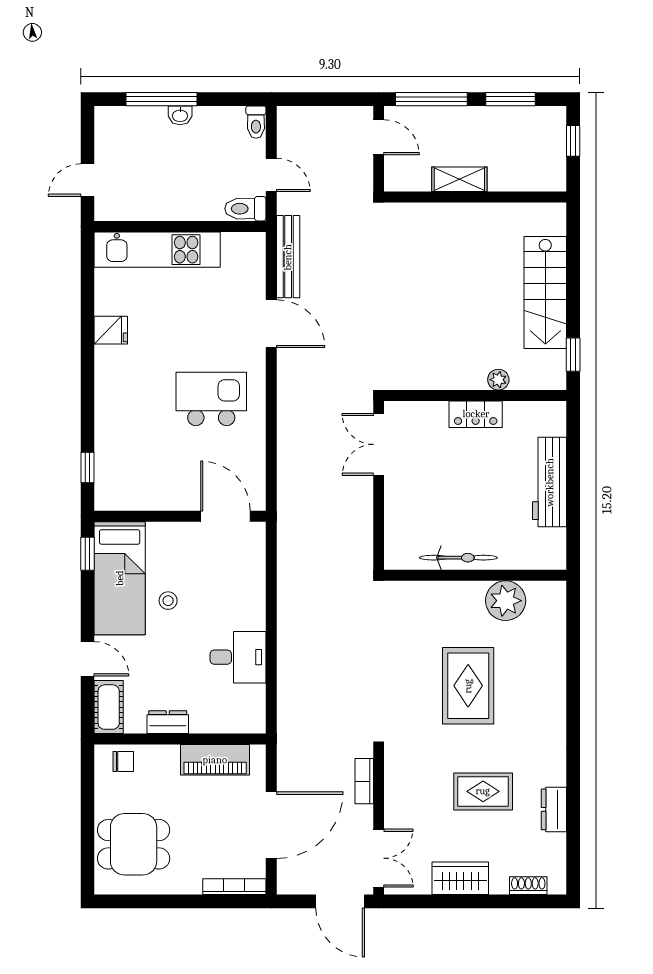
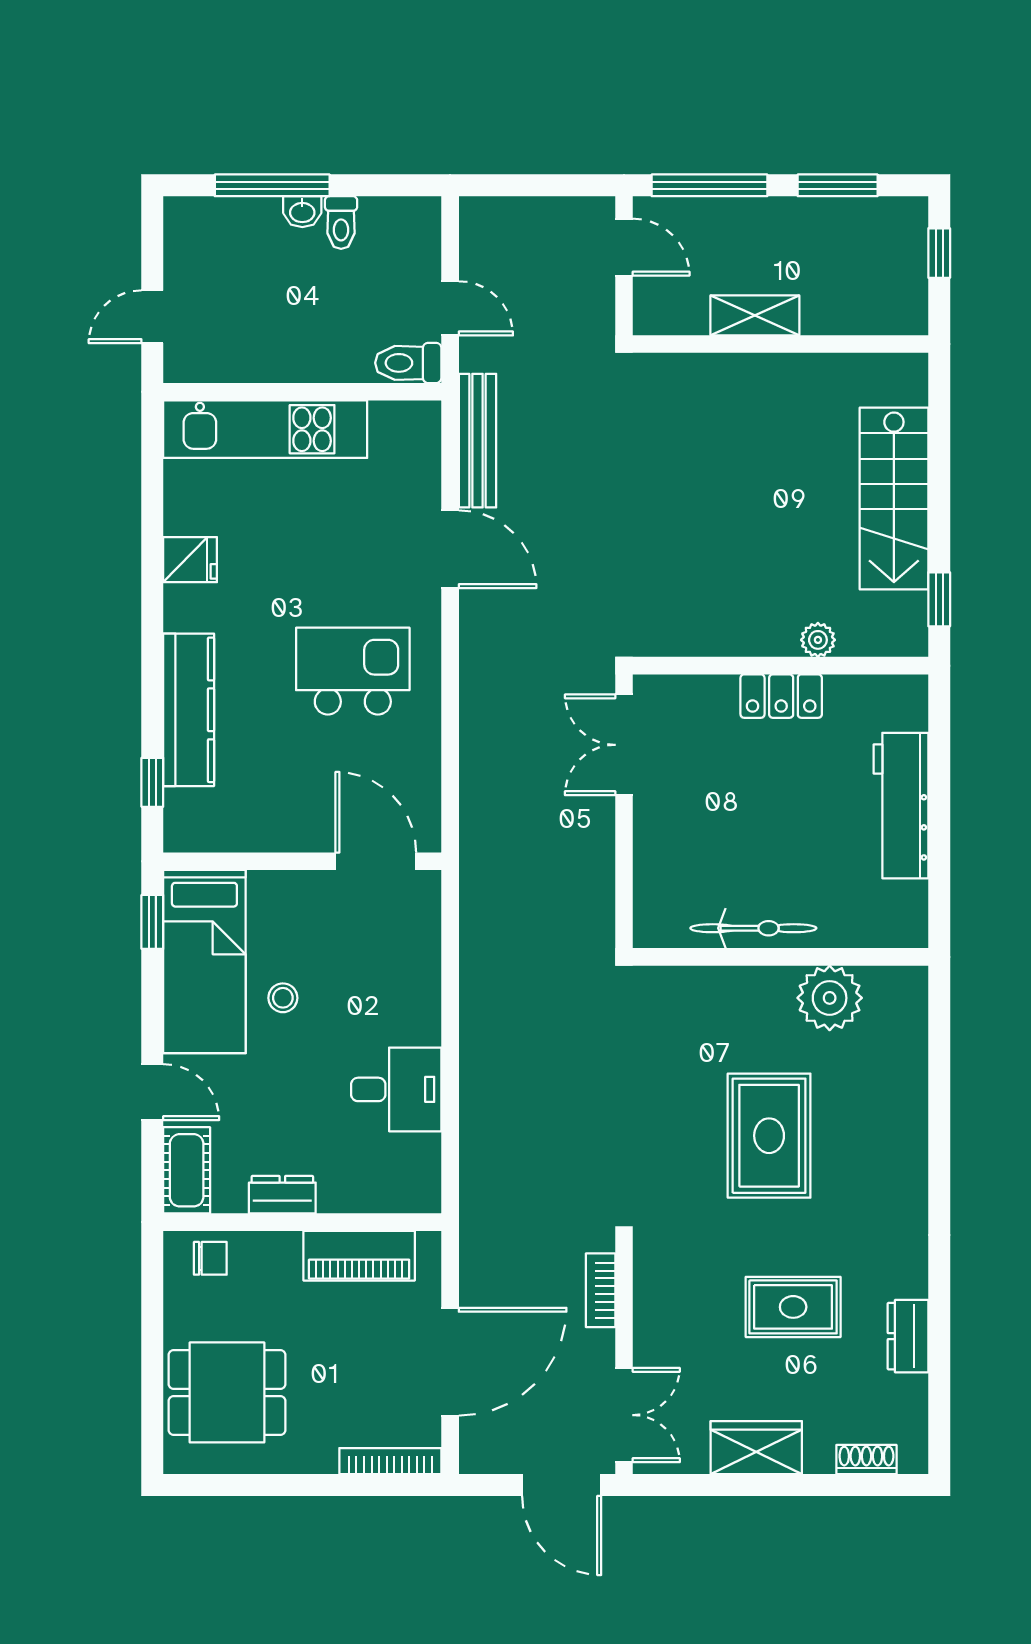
toilet: (256, 122) -> (341, 223), moved
kitchen counter: (110, 423) -> (189, 710), added

